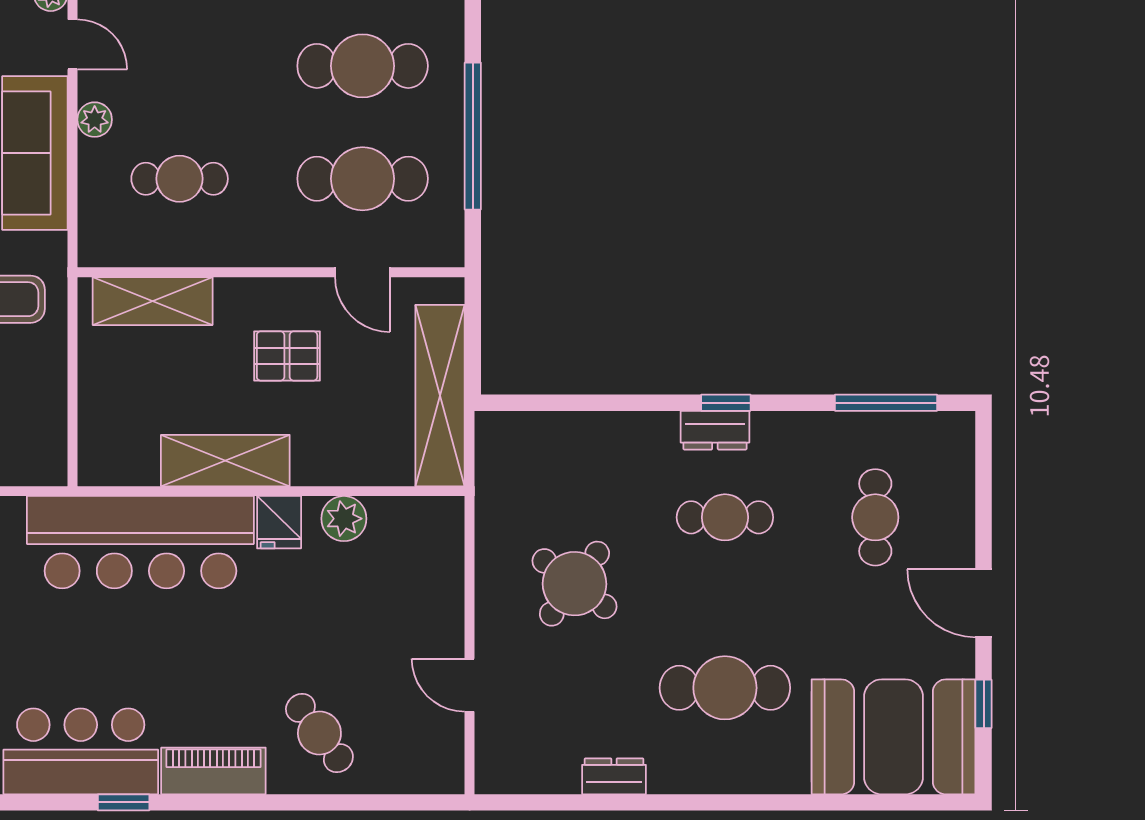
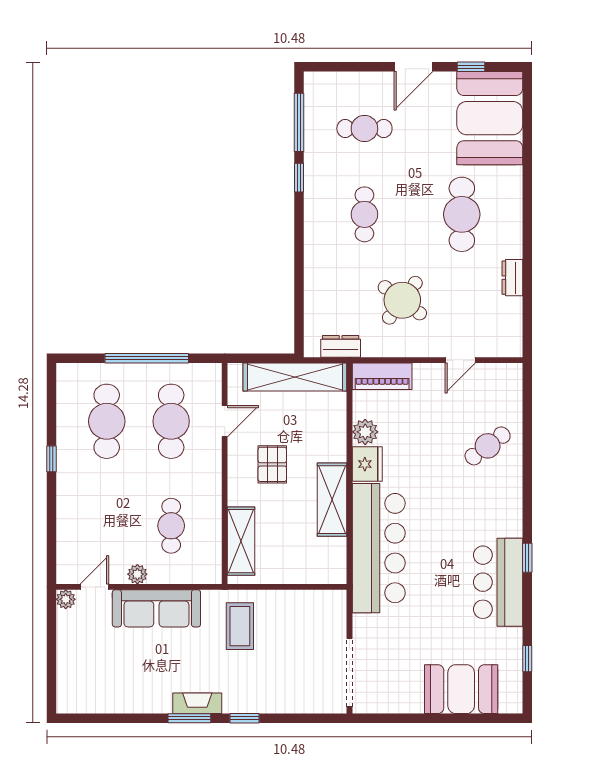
window: (726, 403) -> (299, 178), moved
dresser: (715, 430) -> (341, 346), moved, turned -90
fridge: (279, 522) -> (367, 464), width x1.38
piano: (213, 771) -> (382, 376), moved, turned -90

